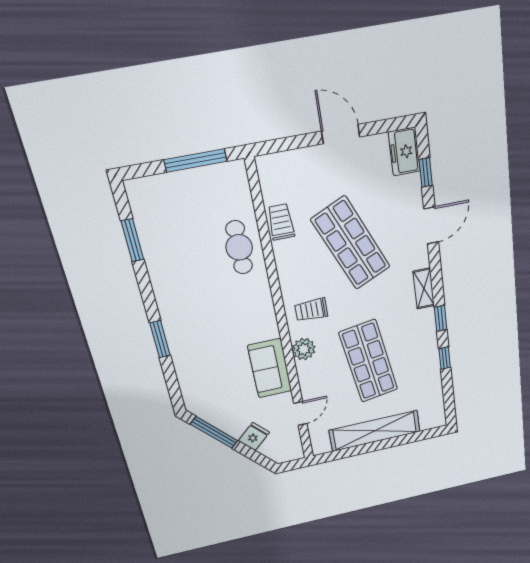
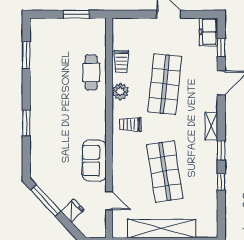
window: (196, 160) -> (76, 14), width x0.69
trolley: (281, 222) -> (121, 61), turned 180
shop shelf: (351, 243) -> (165, 84), turned 30
plant: (304, 349) -> (120, 92), moved
door: (300, 413) -> (109, 201), hinge flipped

